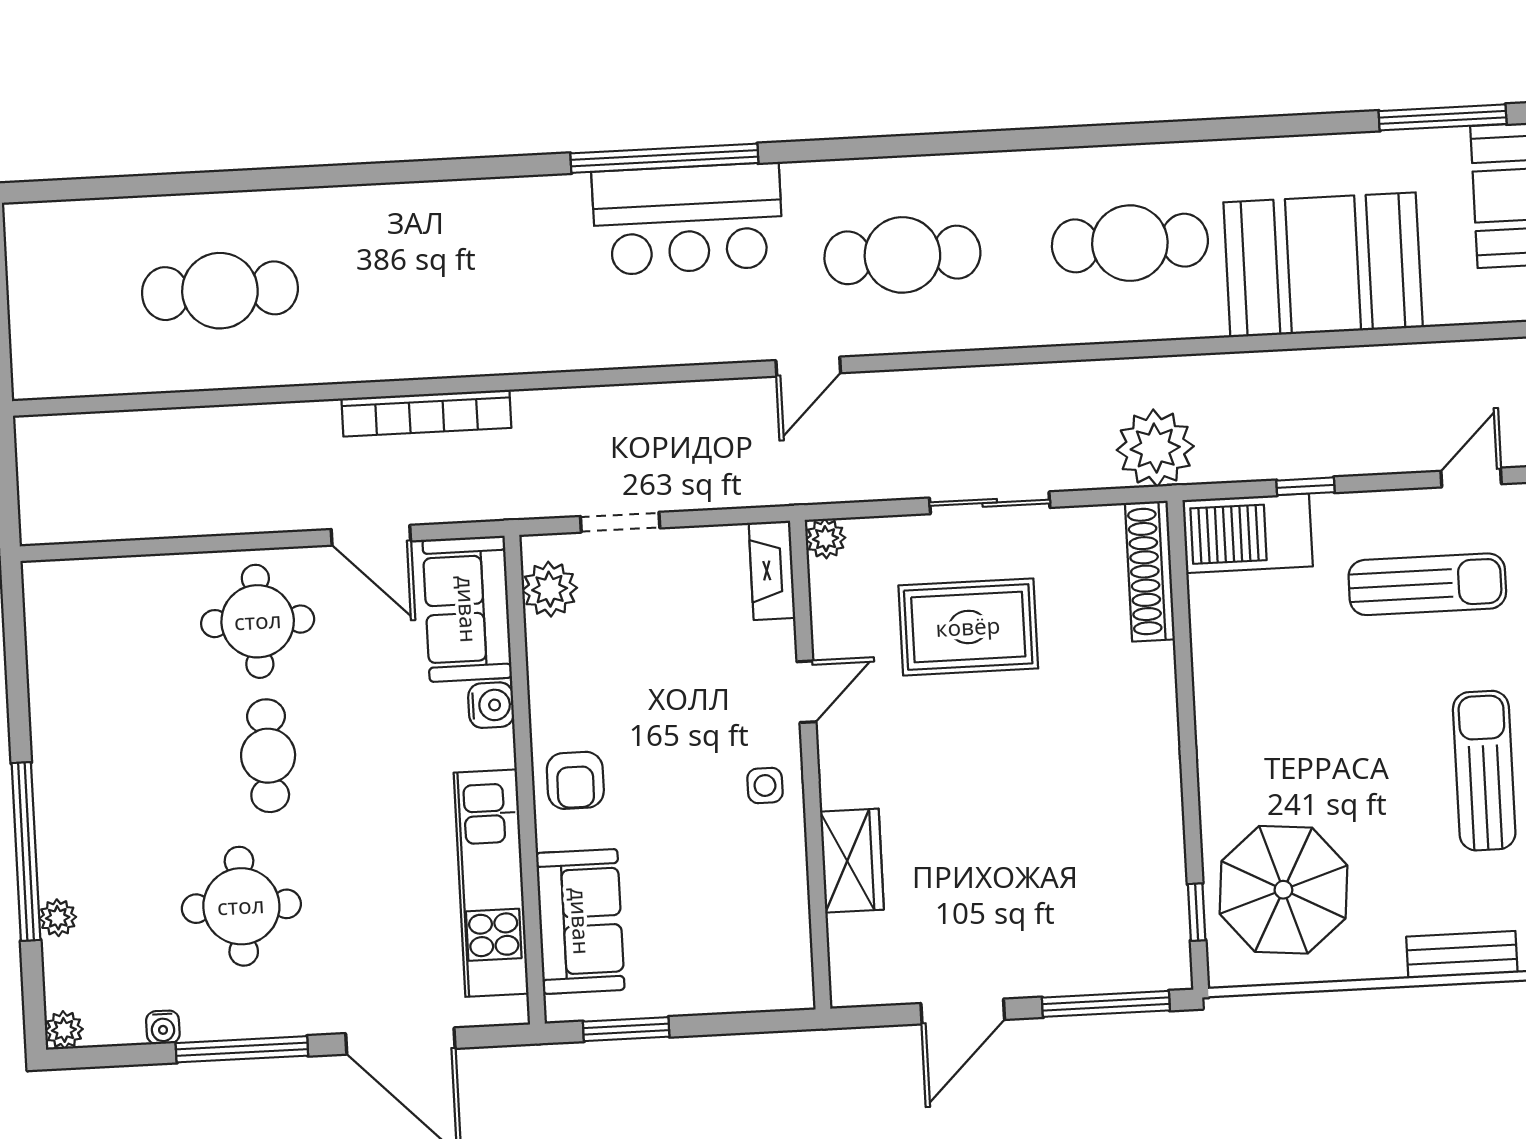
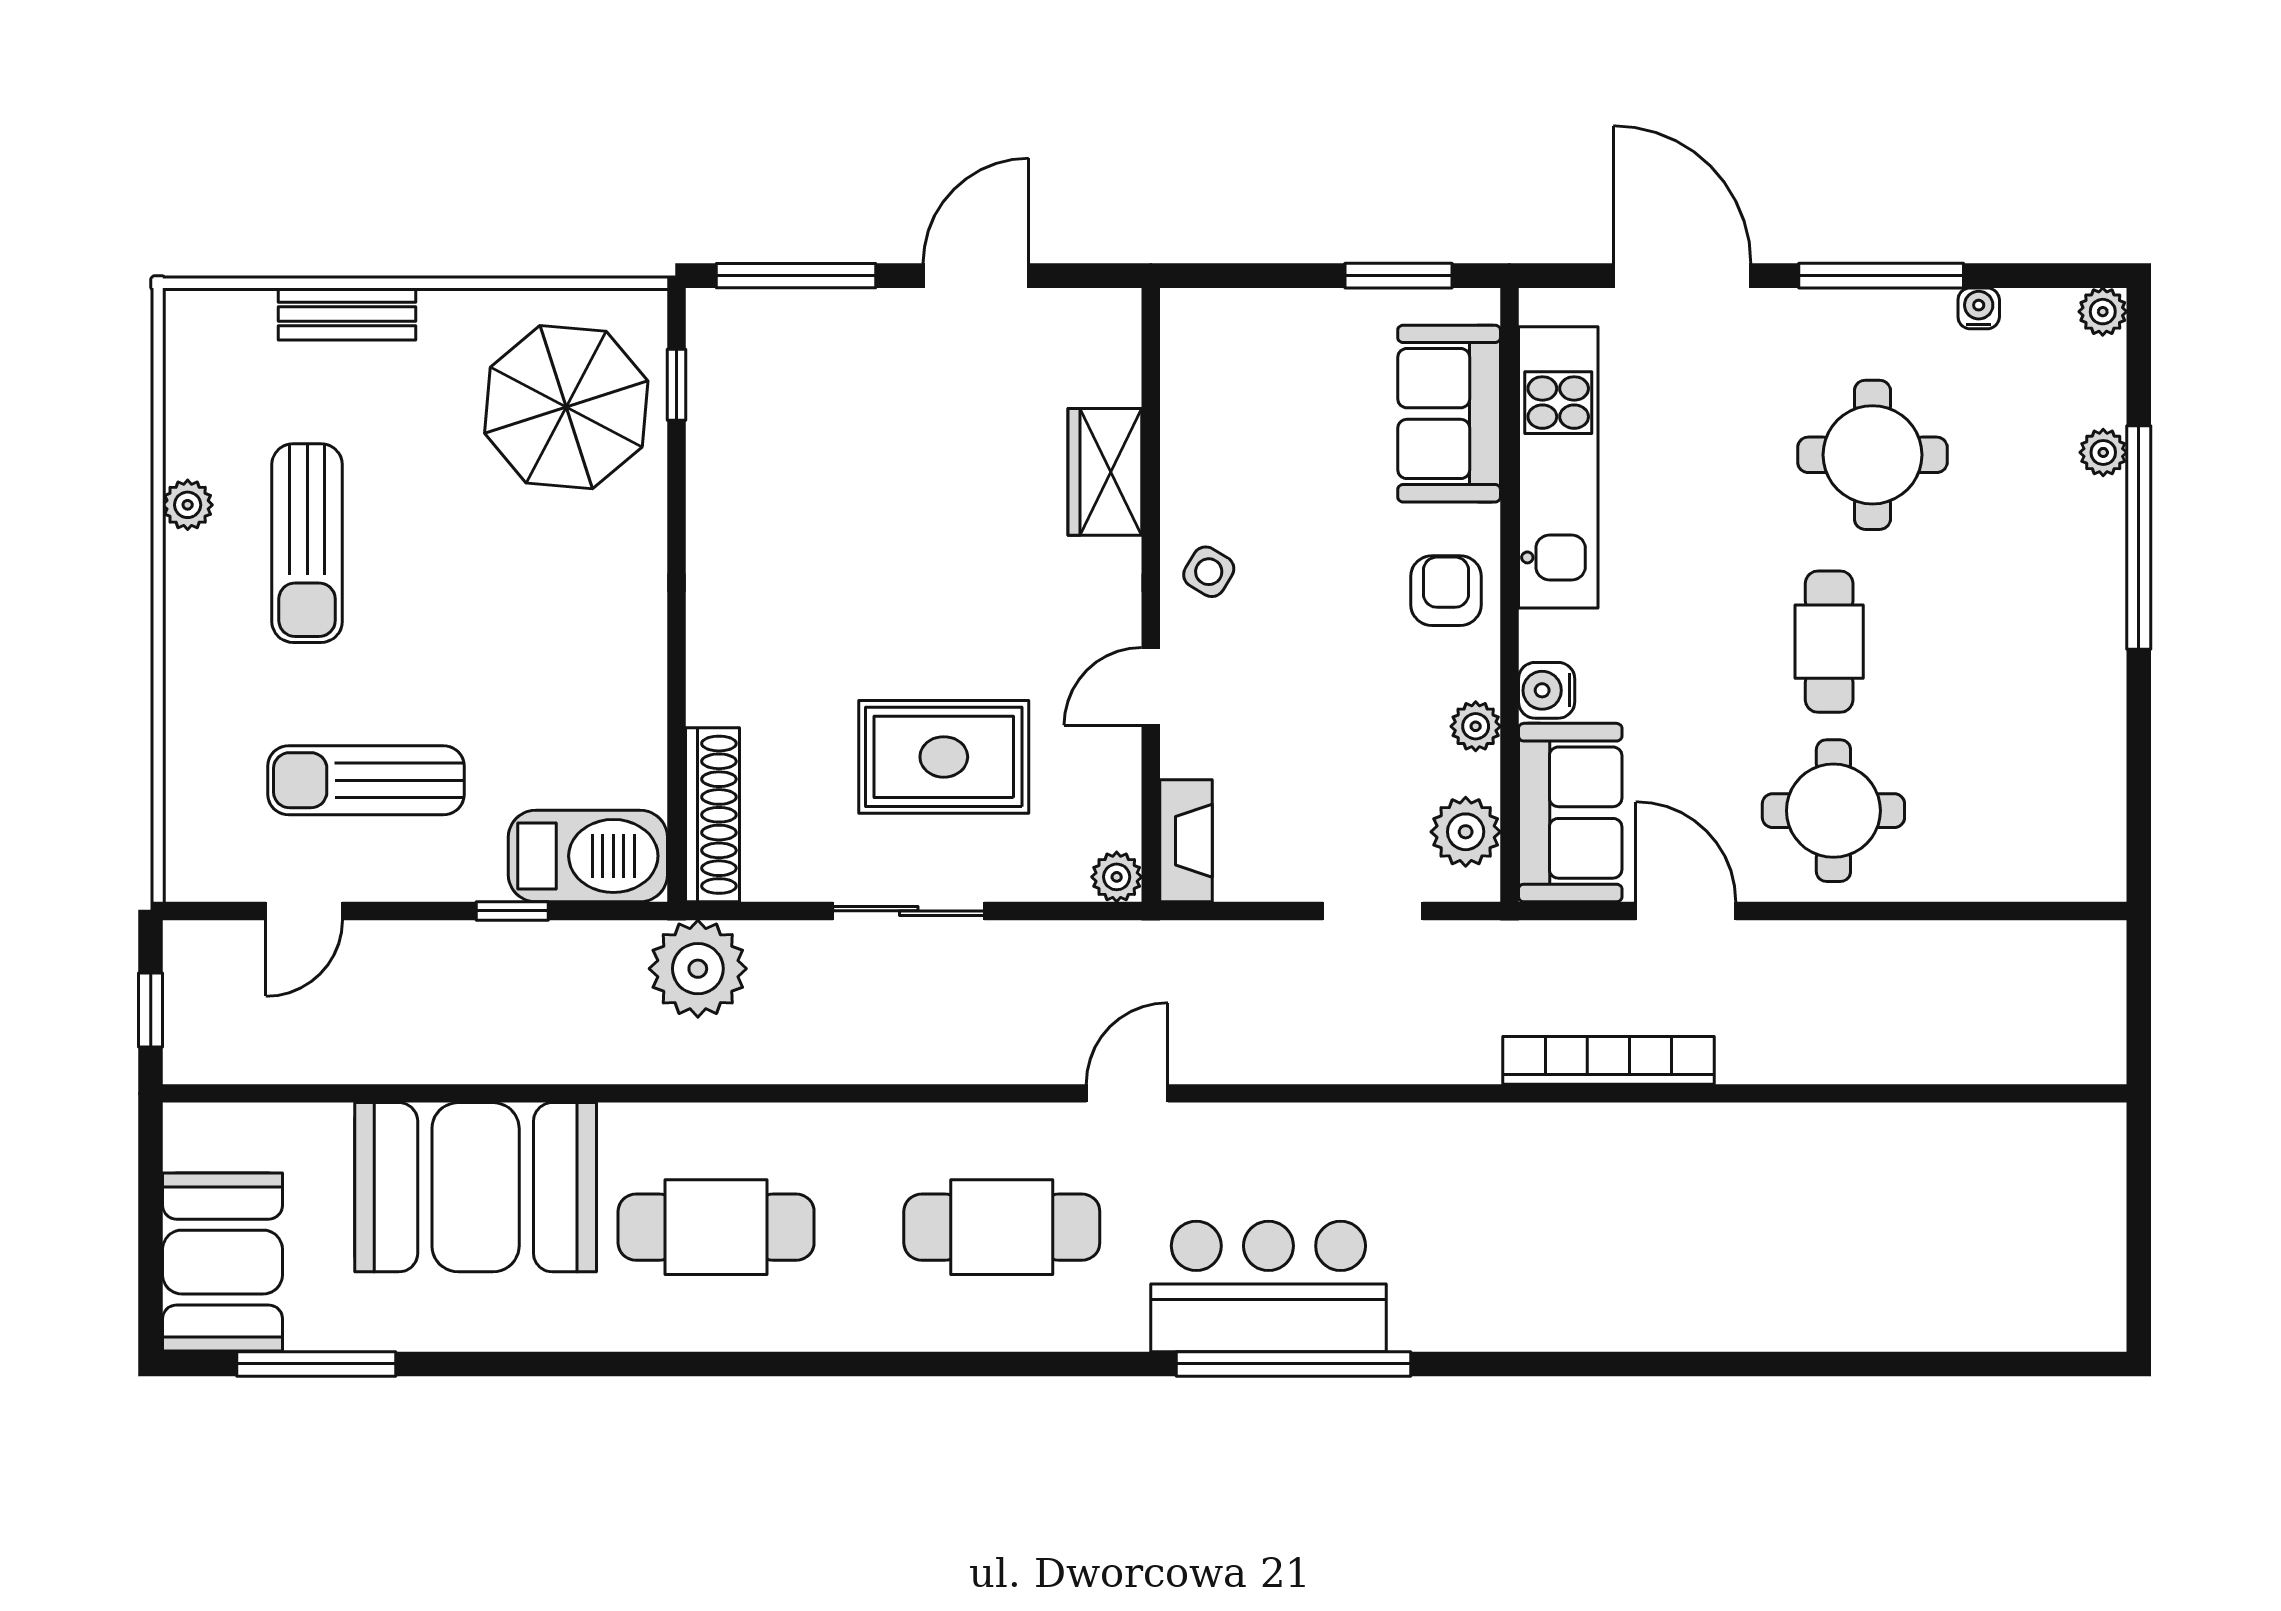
cafe table: (220, 291) -> (1859, 1227), removed
plant: (546, 674) -> (1476, 726), added
side table: (765, 785) -> (1209, 572), turned 31

